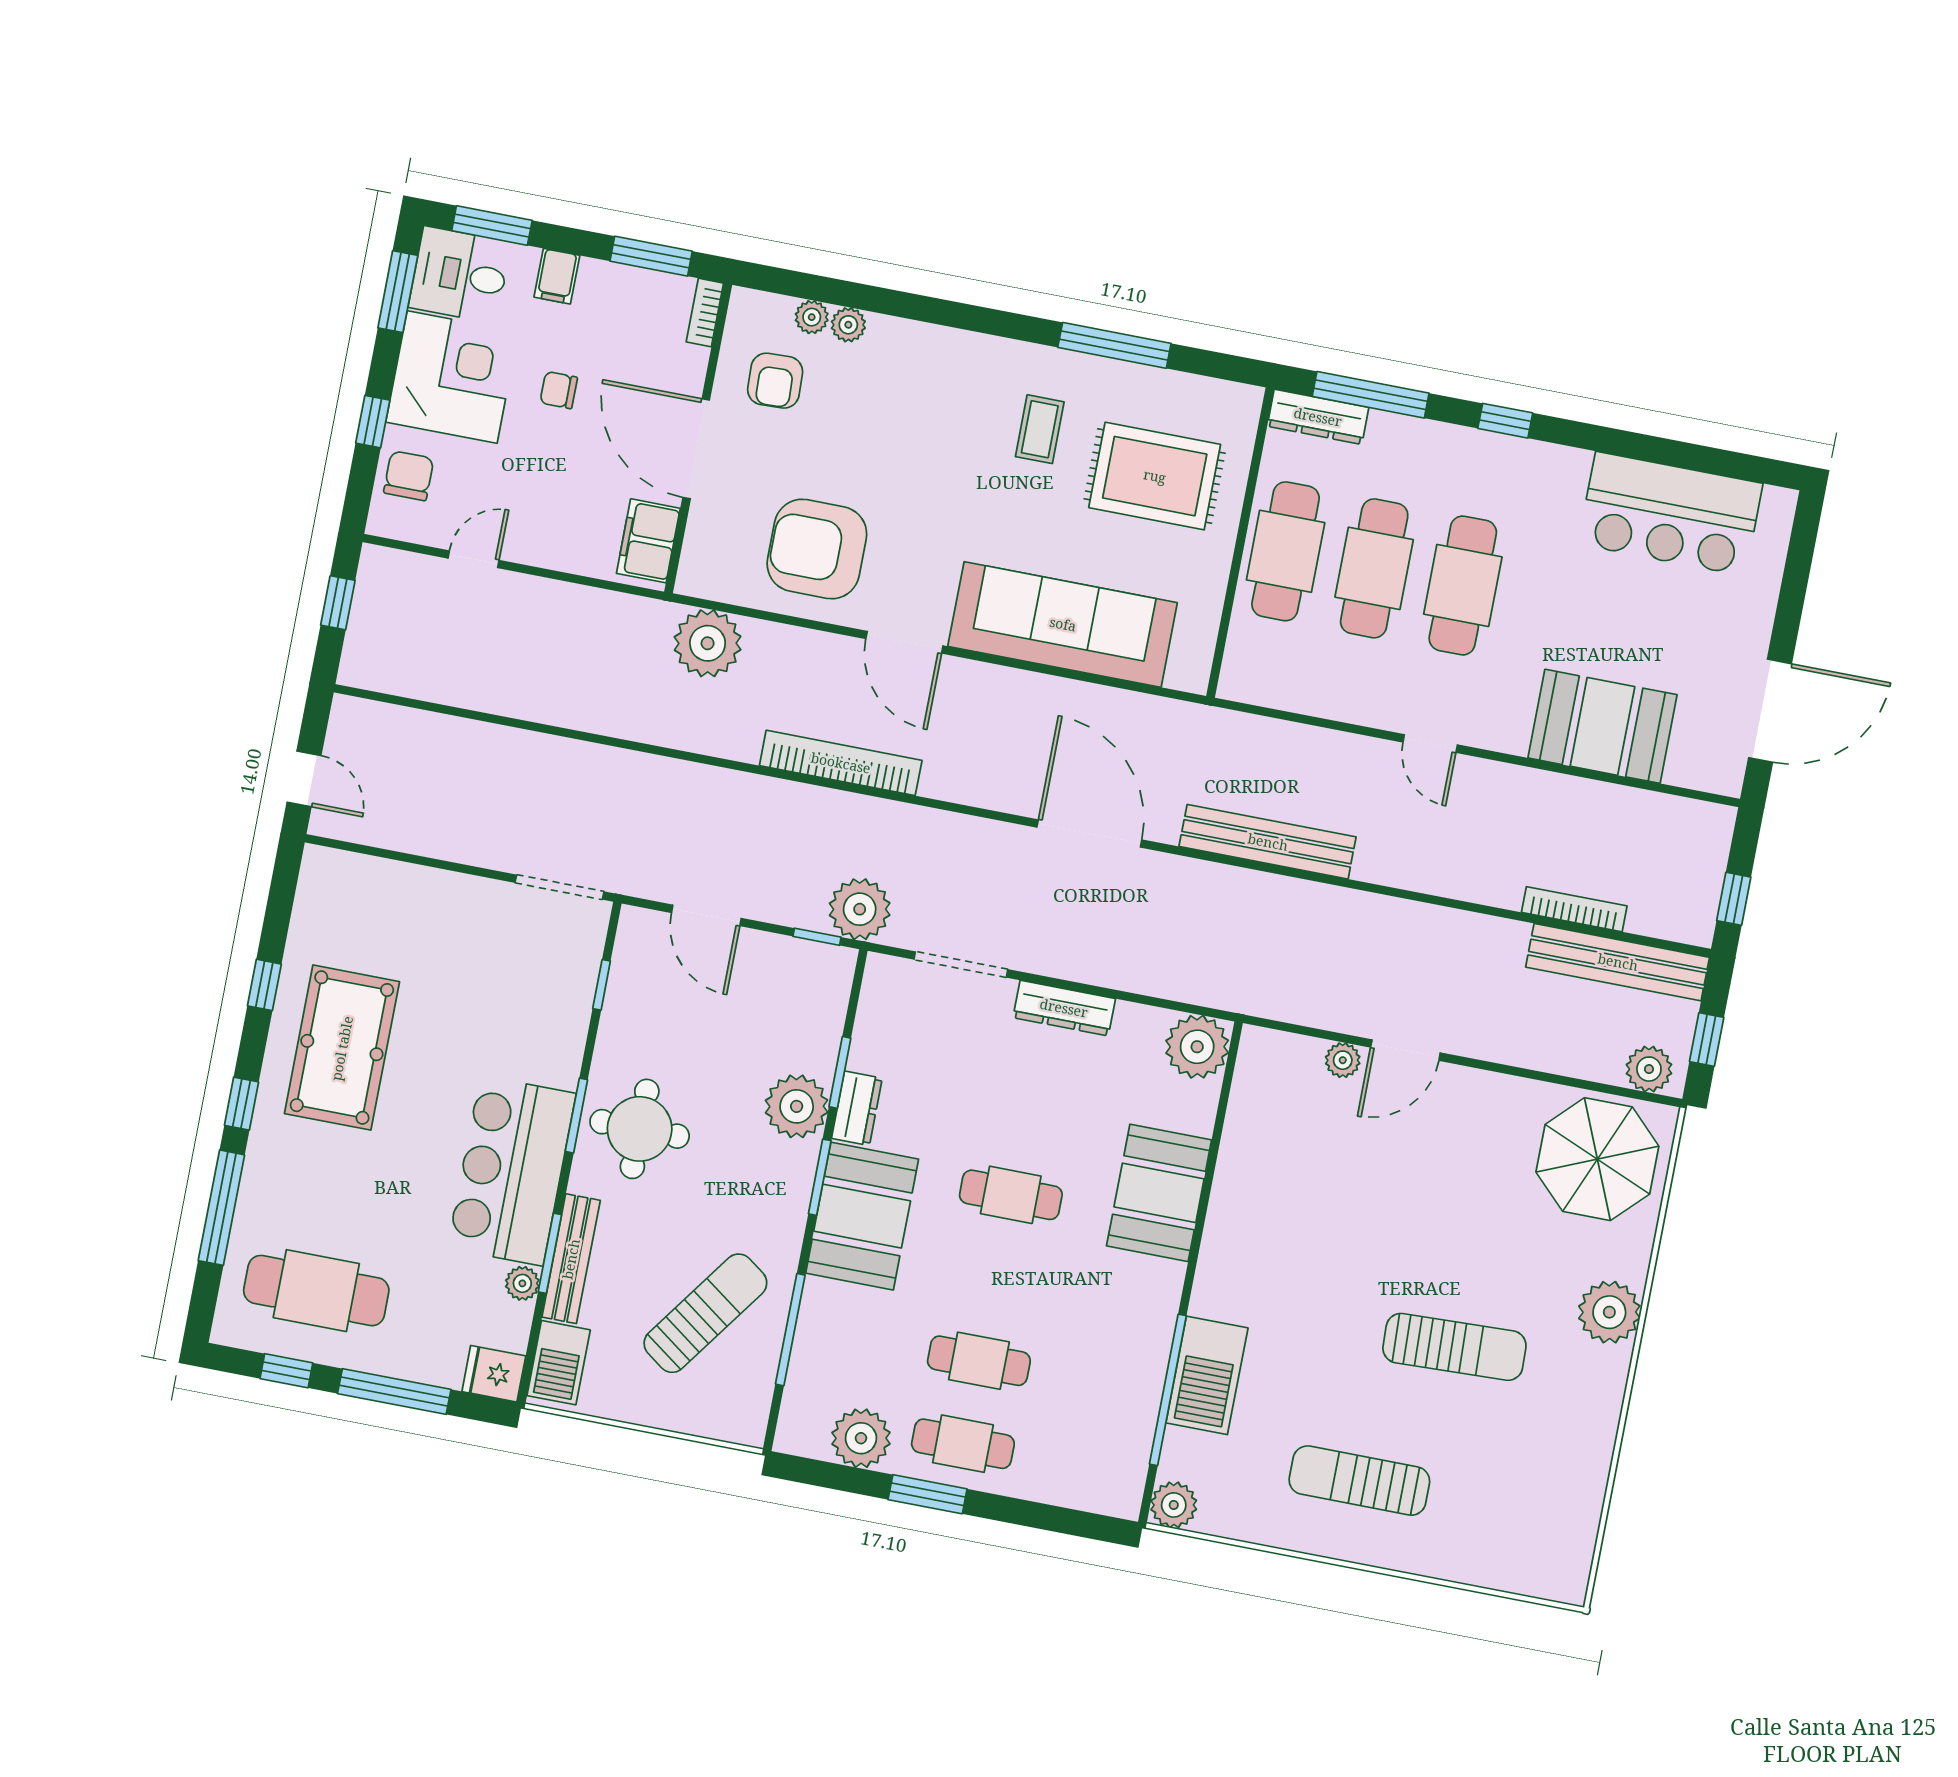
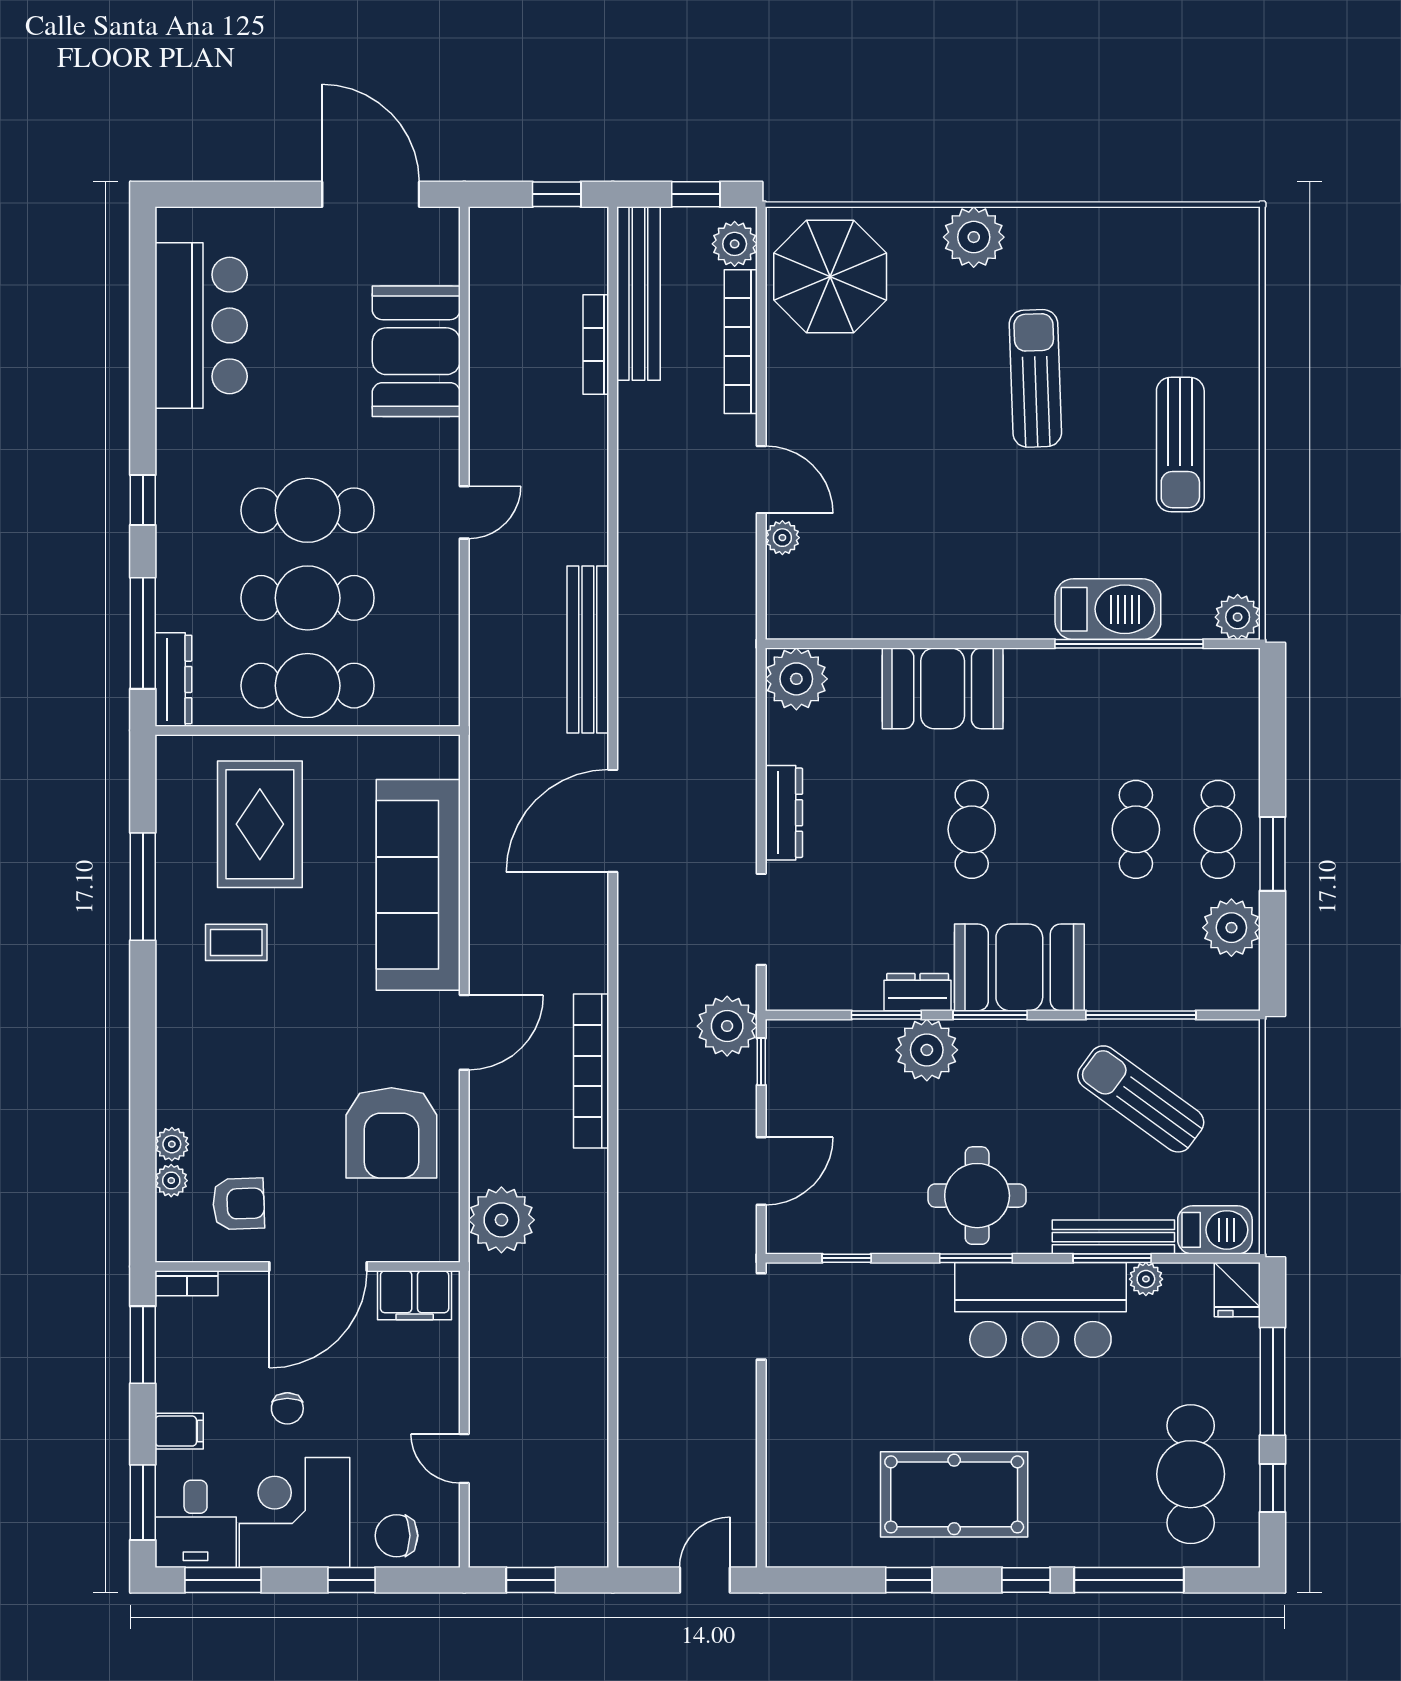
bookcase: (1549, 1056) -> (741, 342), added

